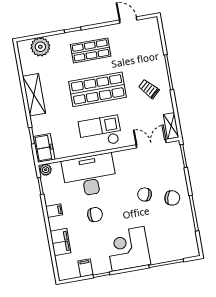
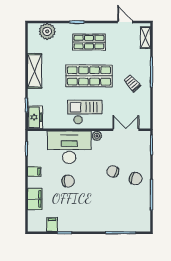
shelving: (171, 126) -> (145, 38), moved
plant: (46, 170) -> (97, 136), moved
corner desk: (128, 249) -> (91, 215), removed

